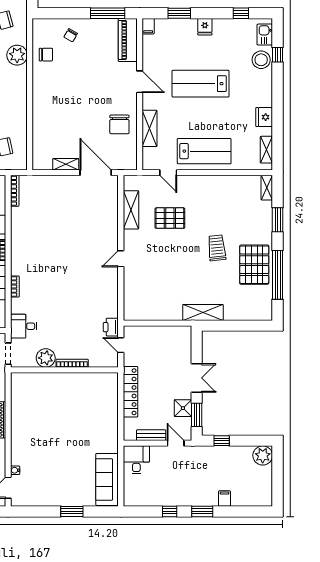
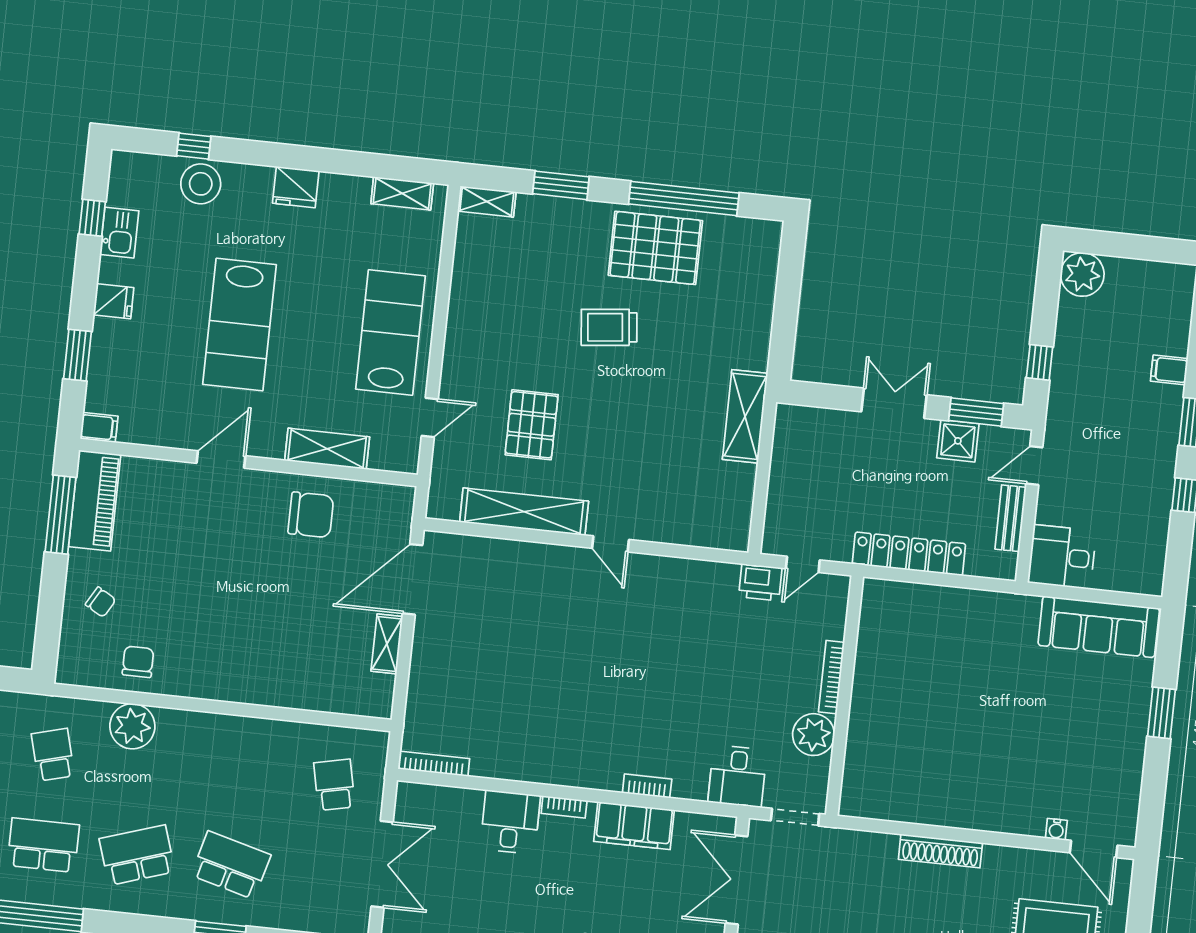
kitchen sink: (265, 35) -> (119, 233), moved, turned -90
piano: (128, 40) -> (95, 501), moved, turned -90
fridge: (264, 117) -> (296, 187), moved
shelving: (131, 210) -> (524, 512), width x1.47
shelving: (203, 312) -> (745, 416), moved

